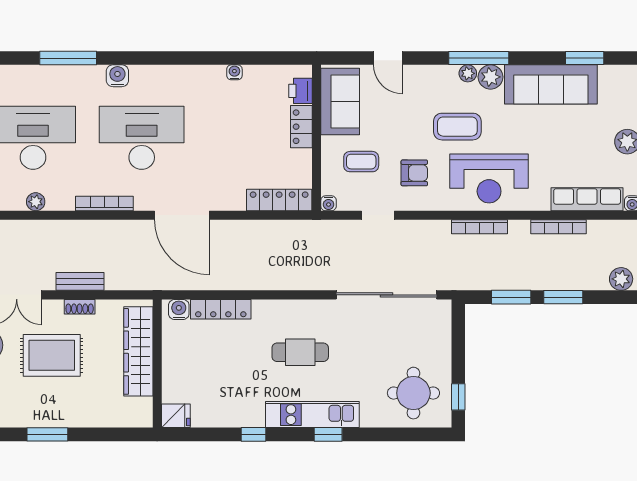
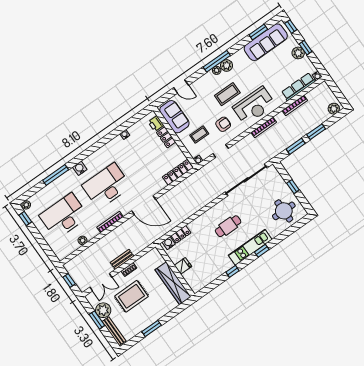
sofa: (551, 84) -> (266, 42), moved
locker: (221, 309) -> (181, 234), width x0.66
wardrobe: (138, 351) -> (173, 283), moved
window: (458, 397) -> (293, 187), moved
fridge: (176, 416) -> (183, 266), moved

